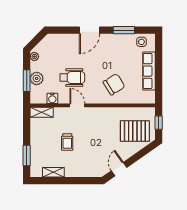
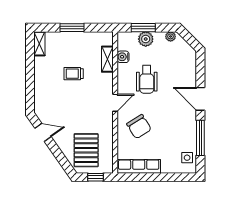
window: (124, 30) -> (200, 138), width x1.44
row of seats: (149, 71) -> (139, 166), moved
door: (77, 105) -> (115, 103), moved
shelving: (42, 112) -> (107, 59), moved
window: (27, 156) -> (72, 28), moved
shelving: (53, 172) -> (39, 44), moved

